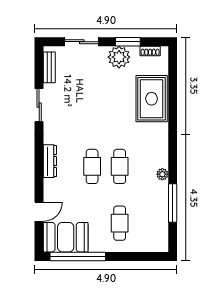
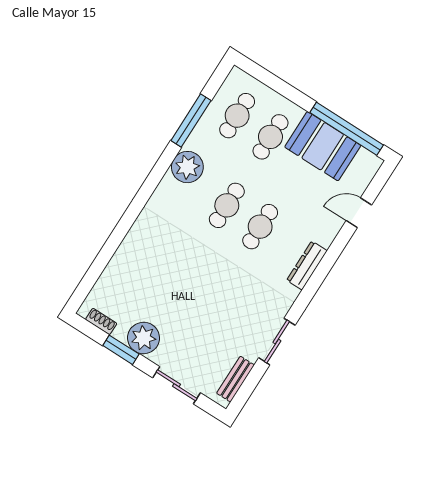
rug: (152, 99) -> (136, 263), removed
plant: (162, 174) -> (187, 167), width x1.87, depth x1.87
cafe table: (147, 223) -> (237, 116), added
booth: (66, 237) -> (323, 146), moved

